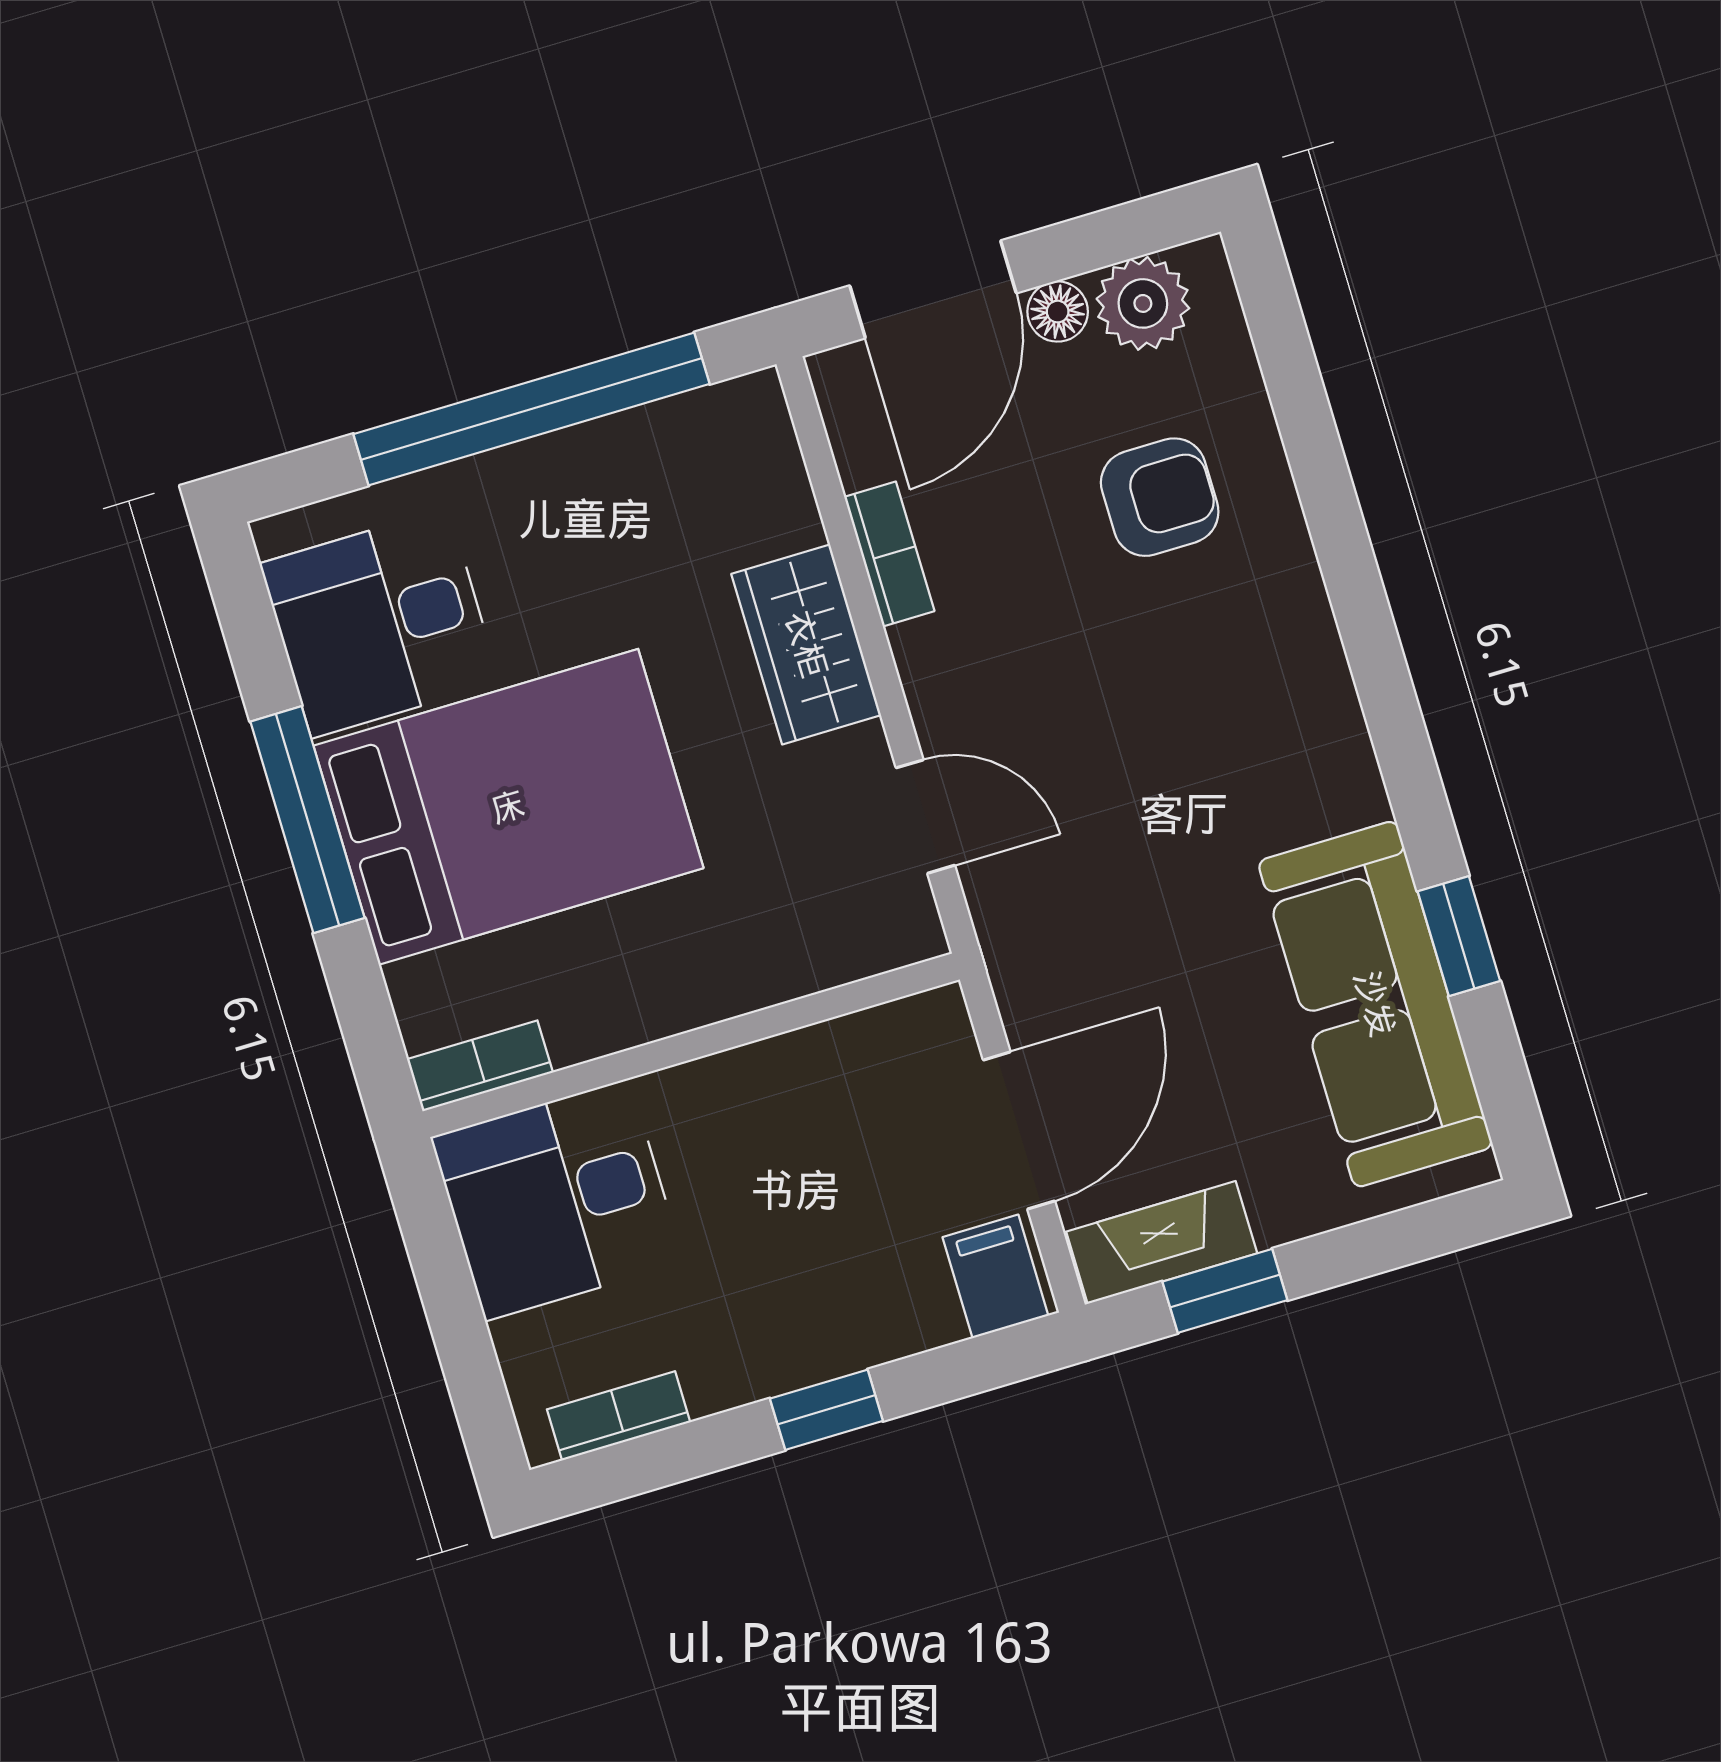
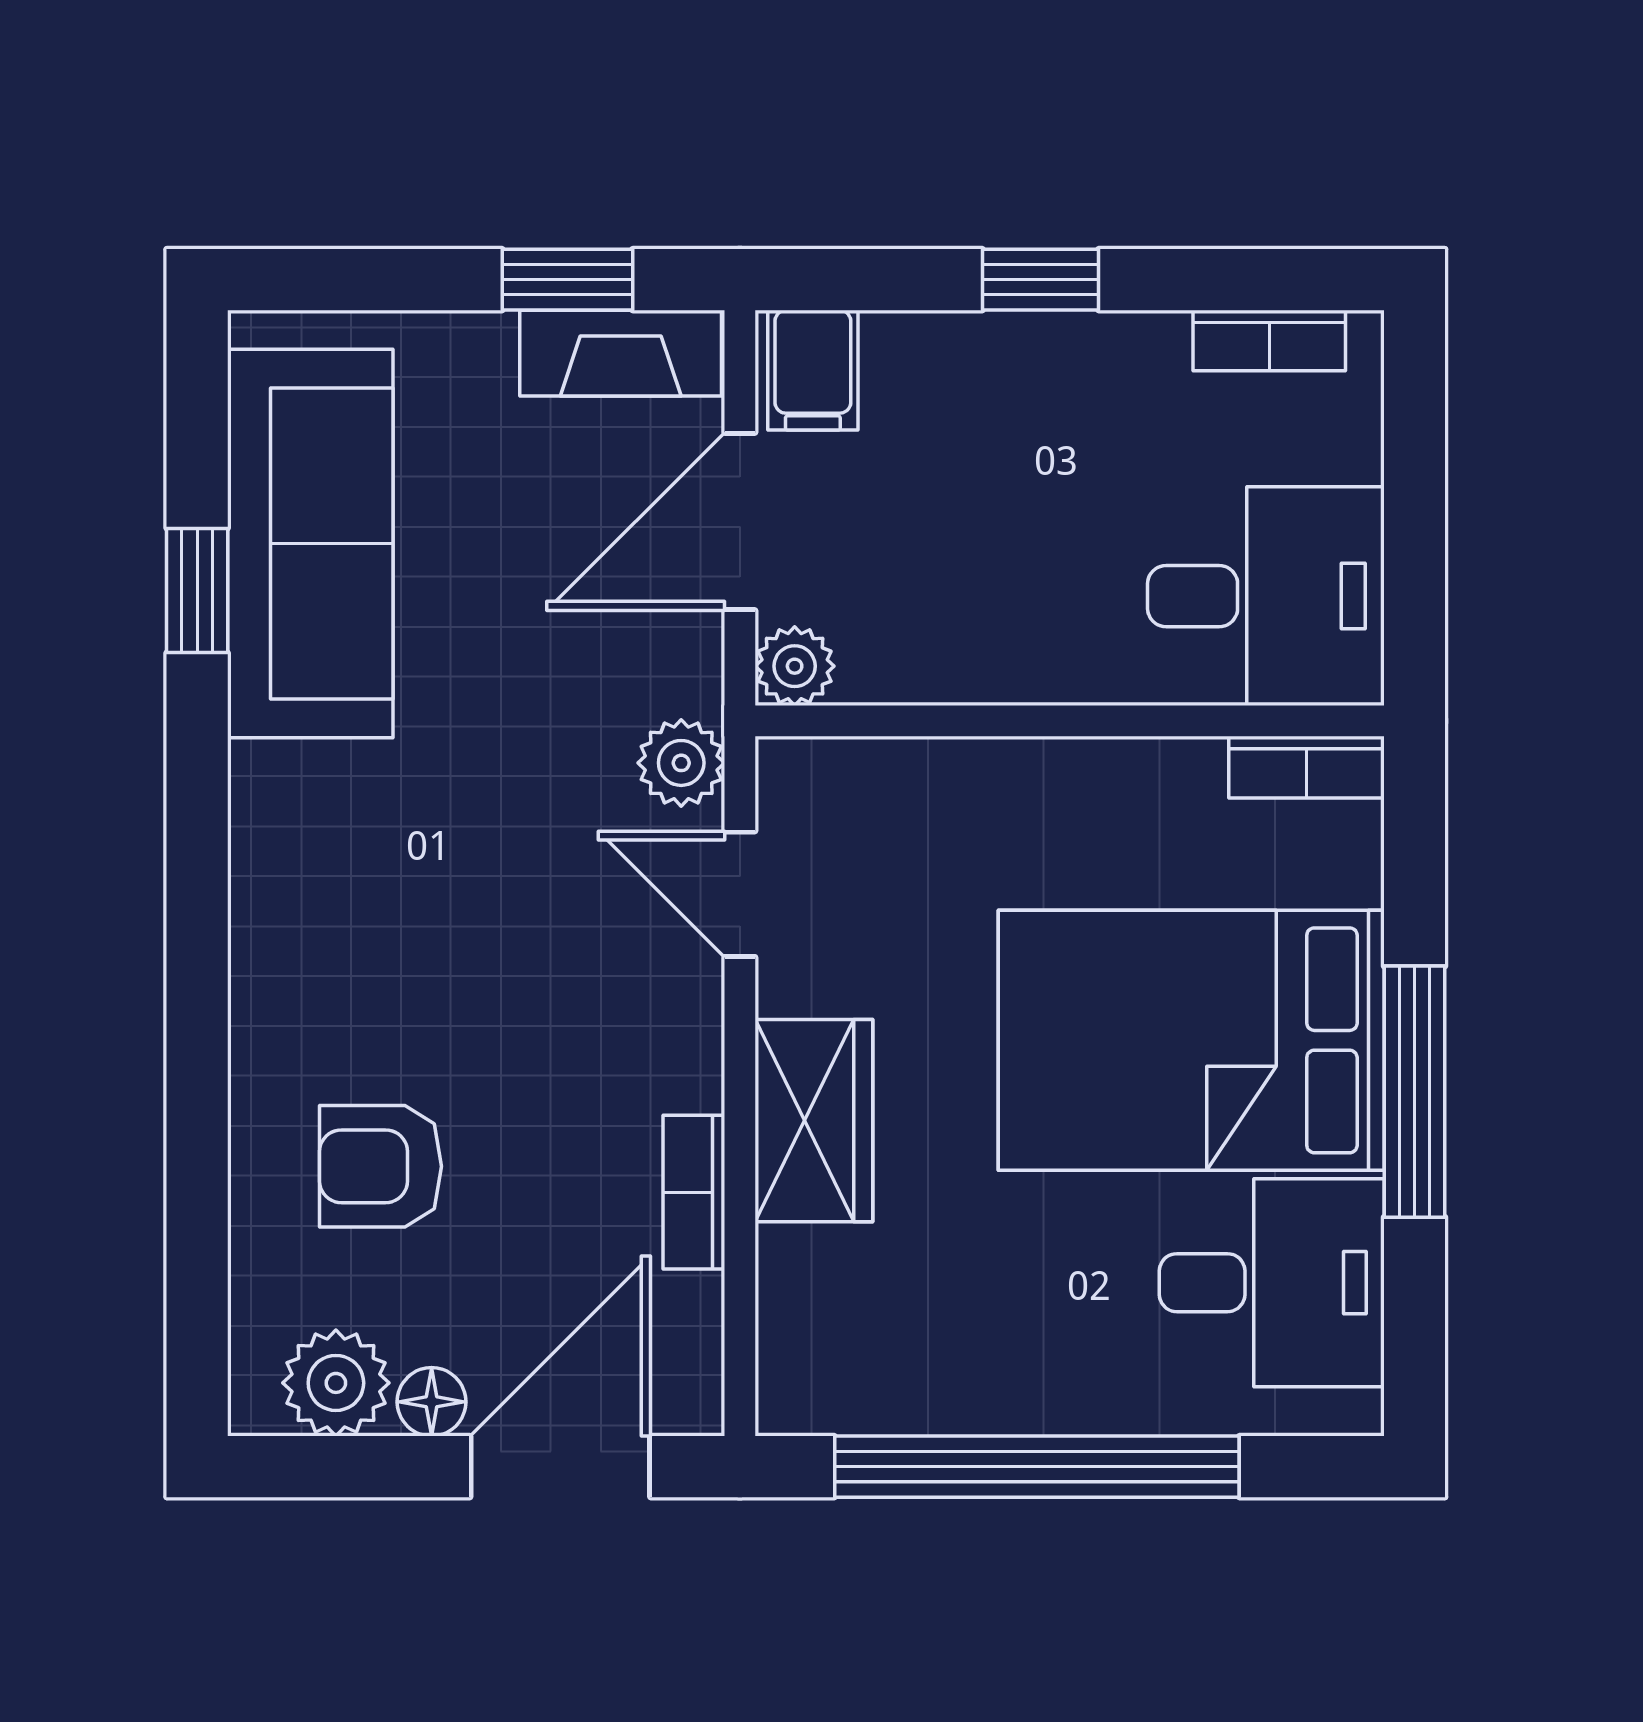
plant: (1008, 912) -> (681, 763), added
plant: (937, 1022) -> (795, 666), added

